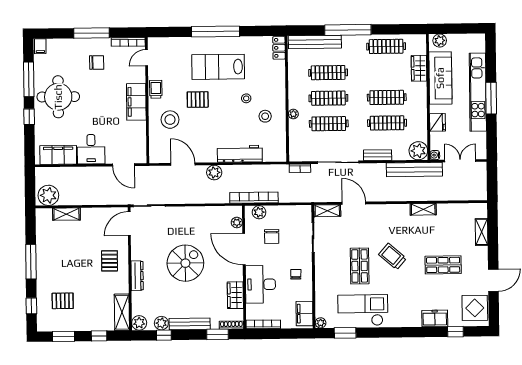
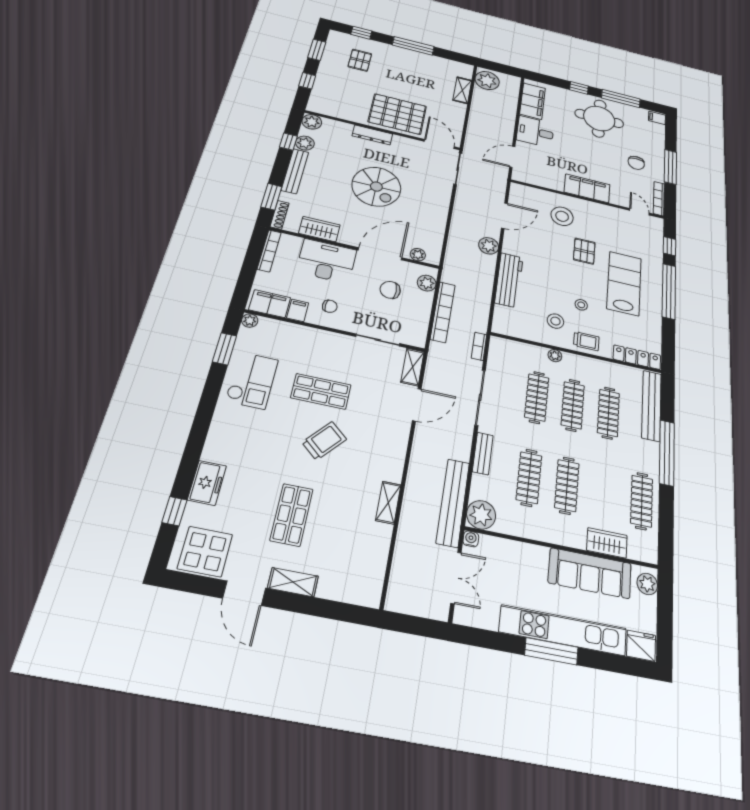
window: (173, 32) -> (669, 246), added
locker: (279, 48) -> (637, 357), width x1.53
trolley: (156, 89) -> (586, 341), moved
fridge: (437, 122) -> (641, 646), moved, turned 180
bookcase: (254, 198) -> (443, 312), moved
shelving: (482, 232) -> (293, 582), moved
pallet: (110, 261) -> (397, 114), width x2.05, depth x2.00
filing cabinet: (305, 294) -> (298, 310), added
checkout: (363, 310) -> (252, 380), width x0.73, depth x0.83
shelving: (122, 312) -> (330, 109), removed

